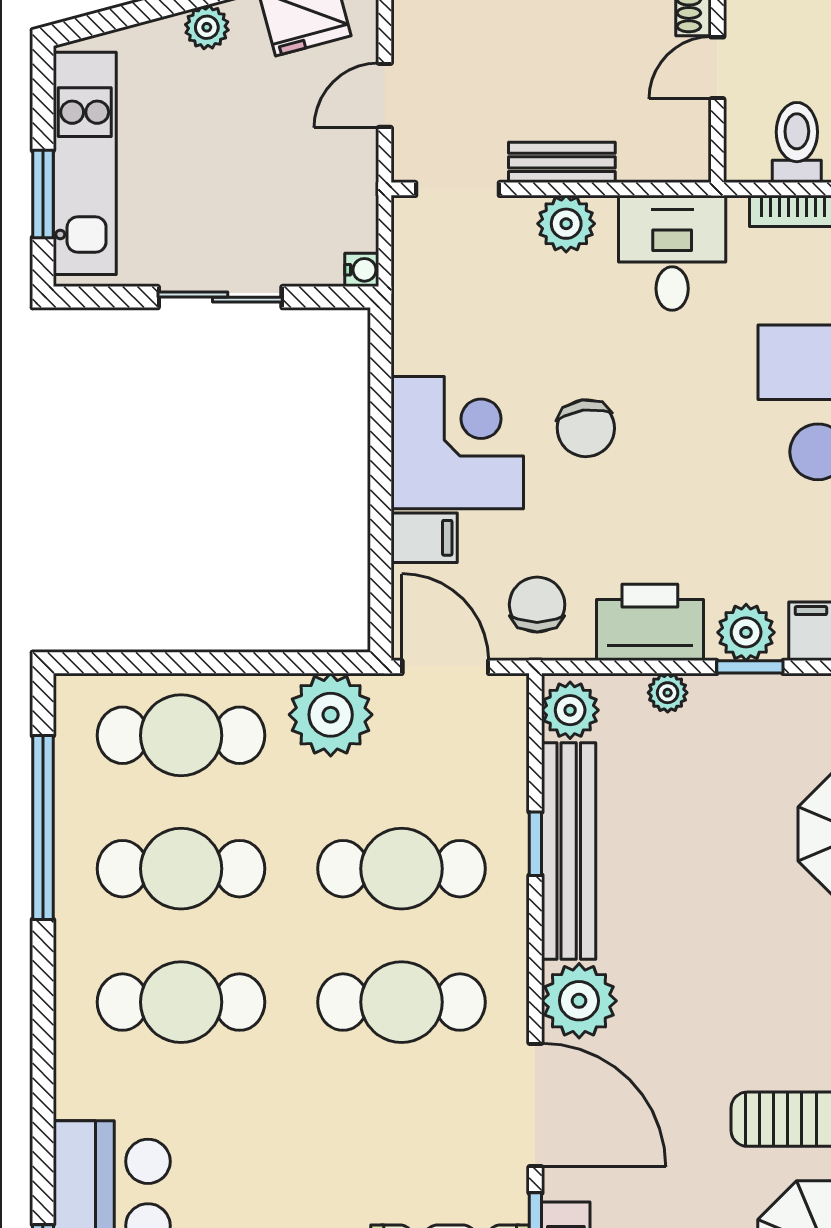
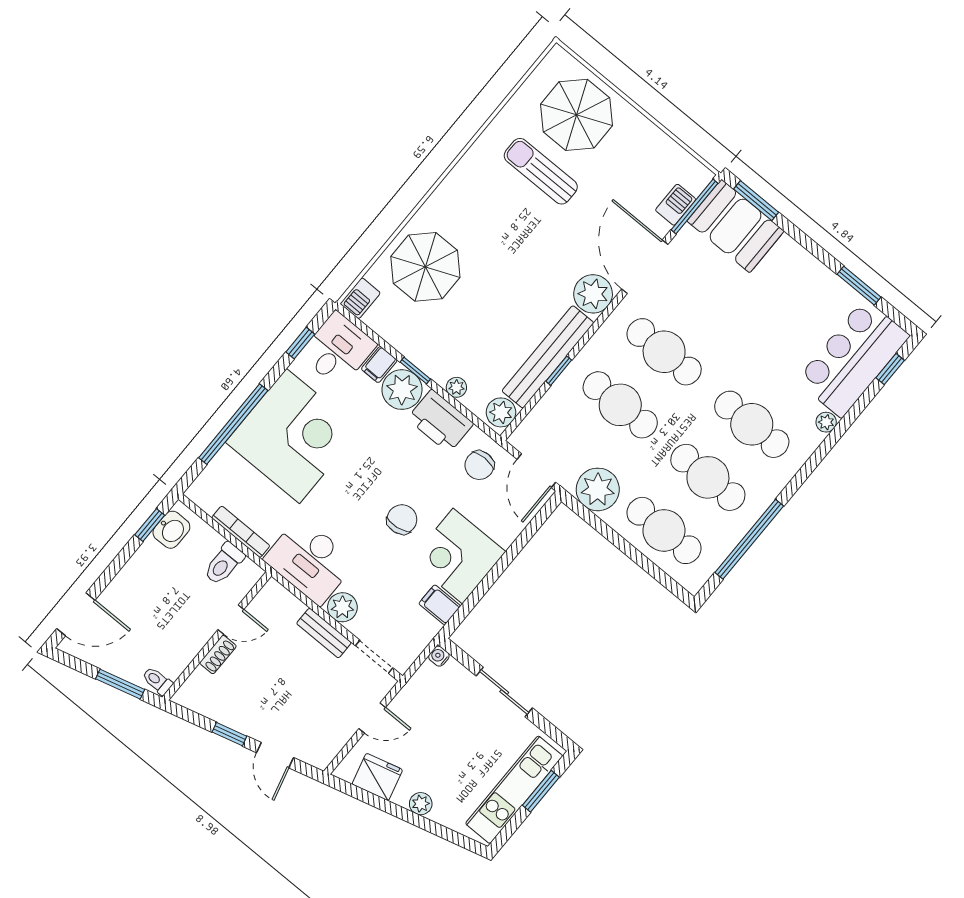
desk: (672, 253) -> (310, 561), width x1.37
filing cabinet: (424, 538) -> (440, 605), moved
plant: (746, 632) -> (402, 390), width x1.36, depth x1.36
plant: (73, 1097) -> (826, 422), added

